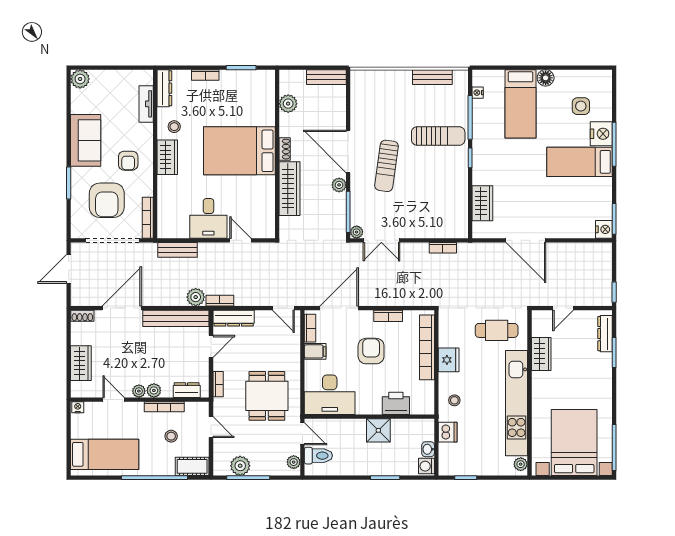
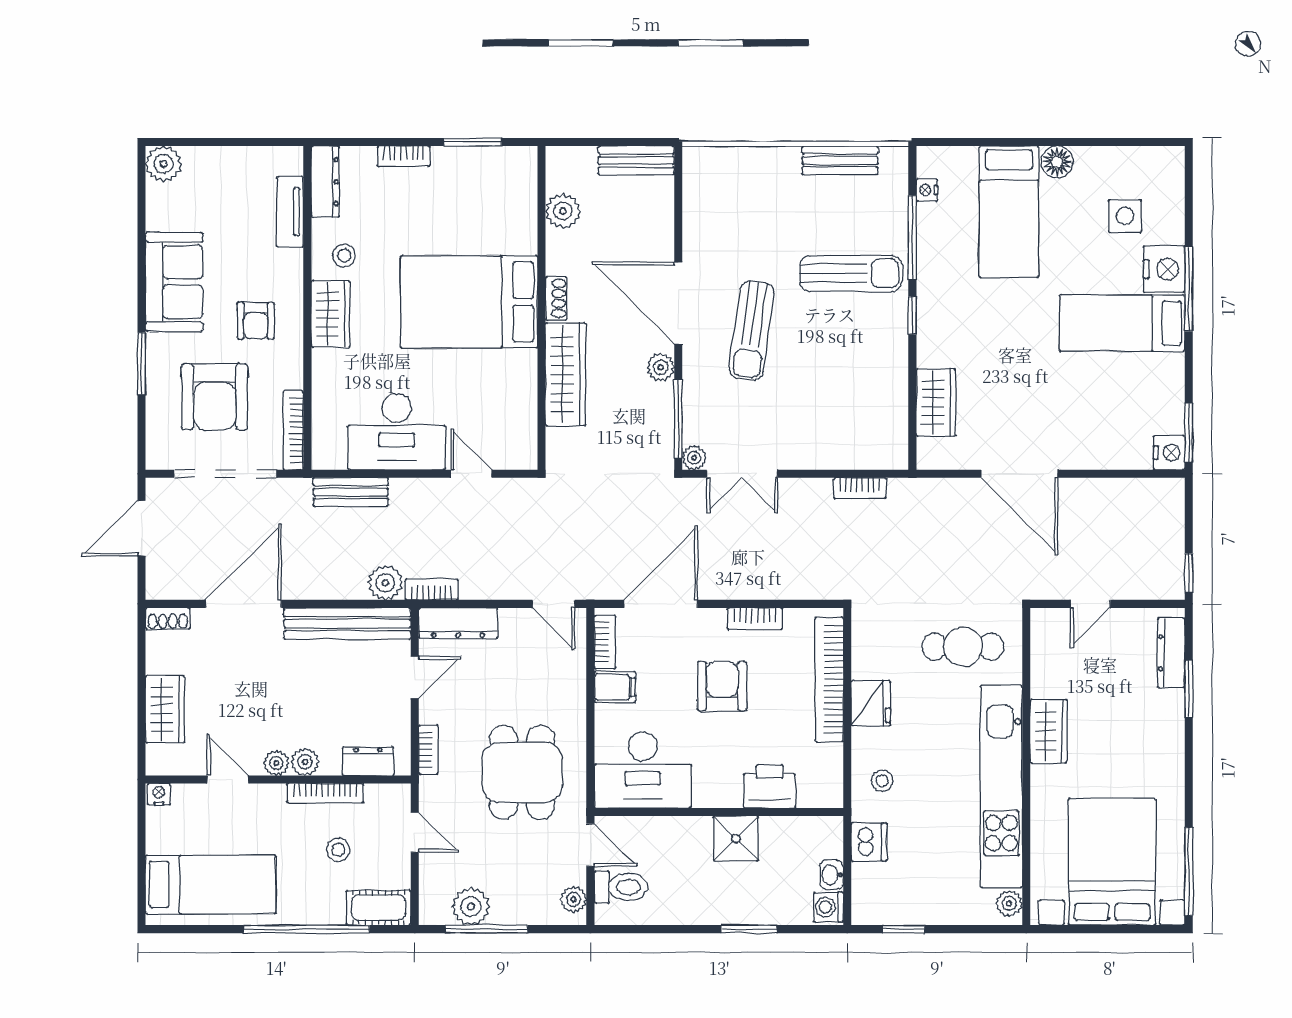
desk: (208, 218) -> (397, 432), width x1.37
wardrobe: (541, 354) -> (1049, 731), moved

